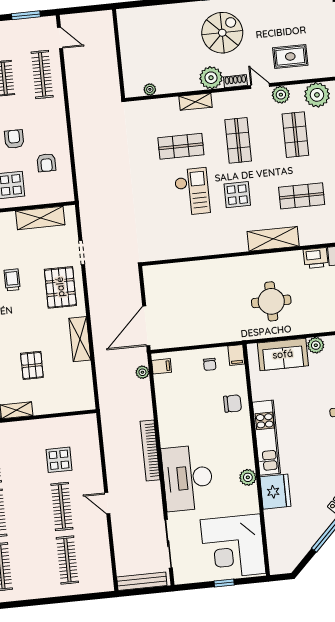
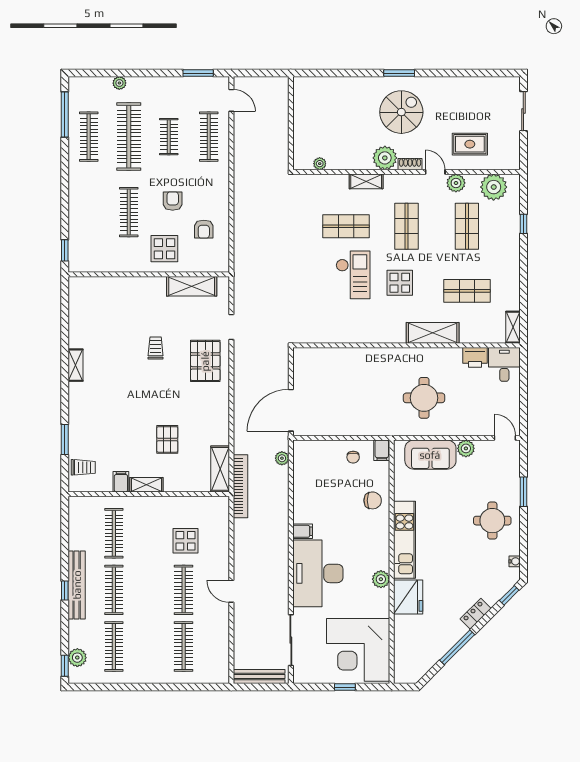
shelving: (80, 339) -> (220, 469), moved
filing cabinet: (162, 366) -> (303, 531), moved
bookcase: (150, 450) -> (241, 486), moved, turned 180

